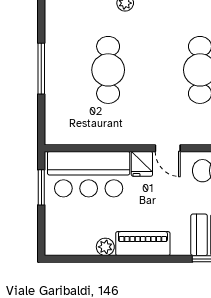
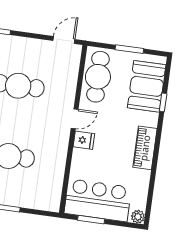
bar counter: (89, 174) -> (98, 200), moved, turned -90
plant: (105, 247) -> (138, 217), moved

